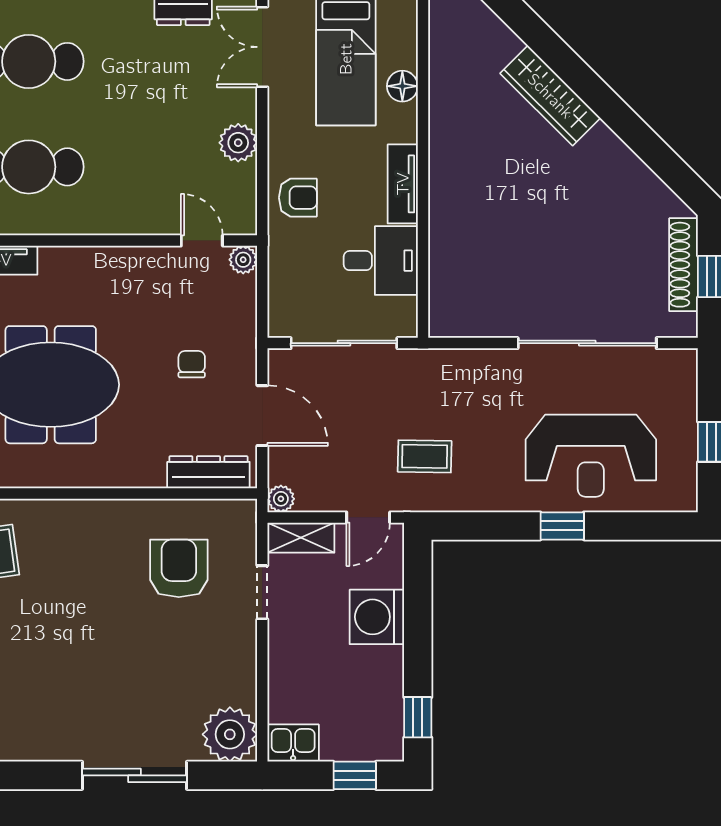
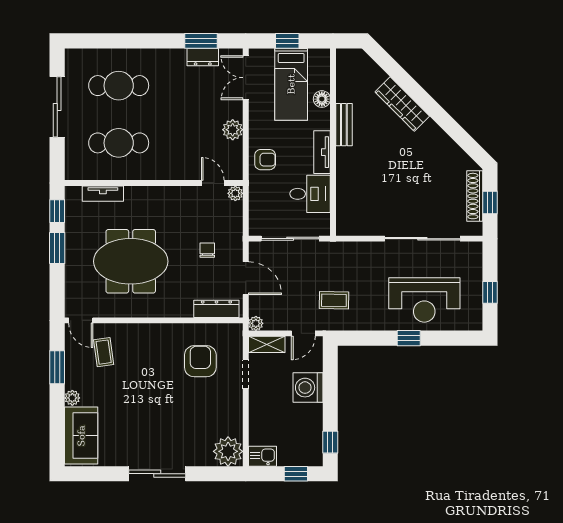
bench: (443, 133) -> (344, 125), added
sliding door: (135, 775) -> (157, 474), moved

